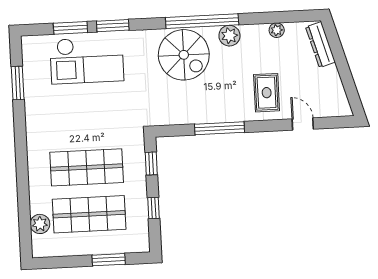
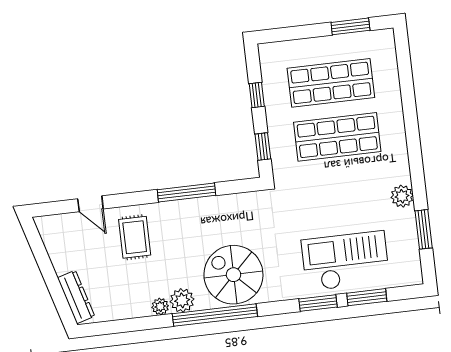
plant: (277, 30) -> (160, 307), moved
plant: (40, 224) -> (402, 196), moved
window: (109, 260) -> (350, 26), moved

